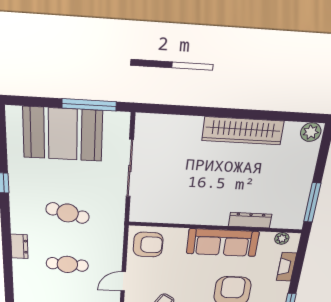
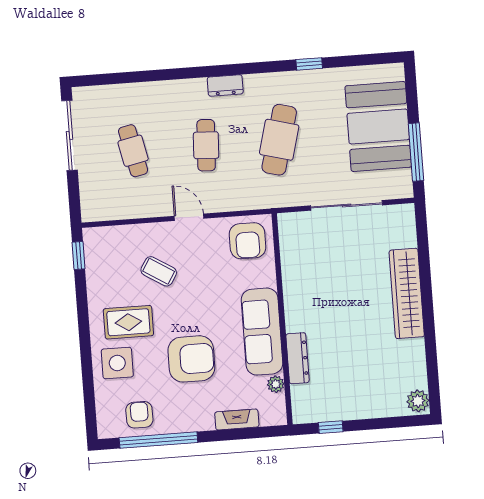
wardrobe: (243, 131) -> (407, 293), moved
window: (312, 203) -> (331, 427), width x0.46
cafe table: (68, 213) -> (279, 140), width x1.37, depth x1.35
plant: (282, 238) -> (276, 384), moved

